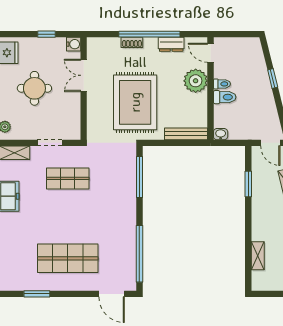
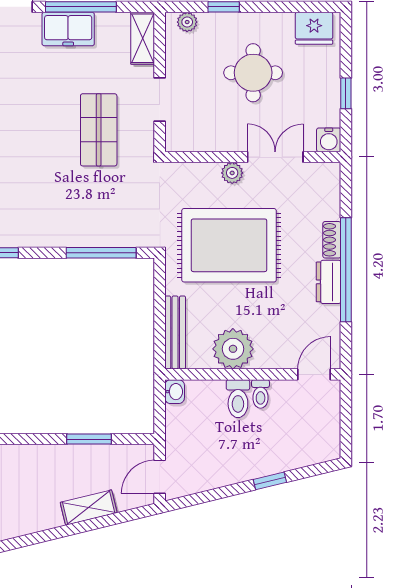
dresser: (171, 44) -> (329, 282), moved
plant: (196, 81) -> (233, 349), moved
plant: (93, 101) -> (232, 173), added

